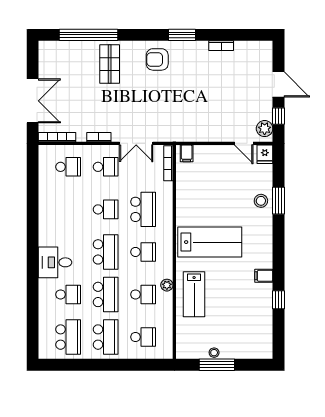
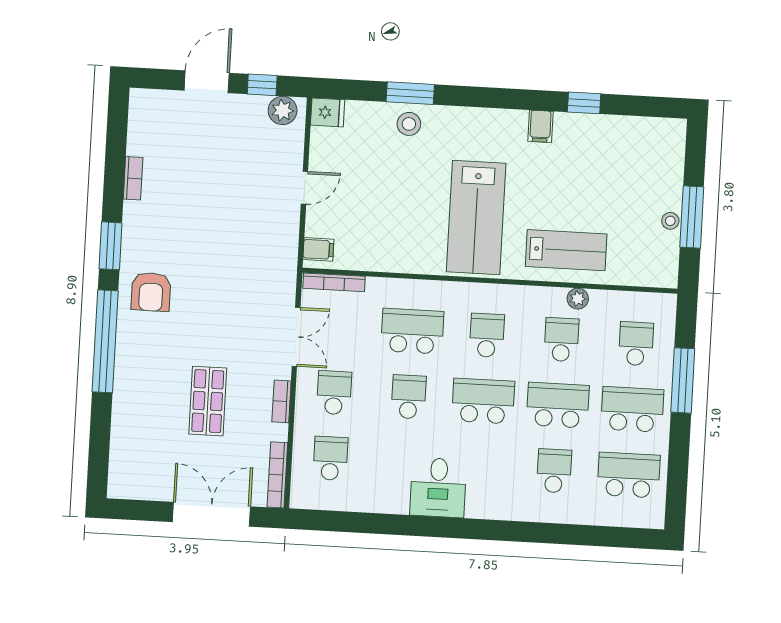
window: (88, 35) -> (105, 341), moved
shop shelf: (110, 64) -> (208, 401), moved, turned 90
door: (244, 143) -> (304, 188), moved
lab bench: (210, 242) -> (476, 218), turned 180
desk: (55, 262) -> (438, 488), moved
plant: (167, 285) -> (578, 299), moved
window: (124, 365) -> (683, 380), added

